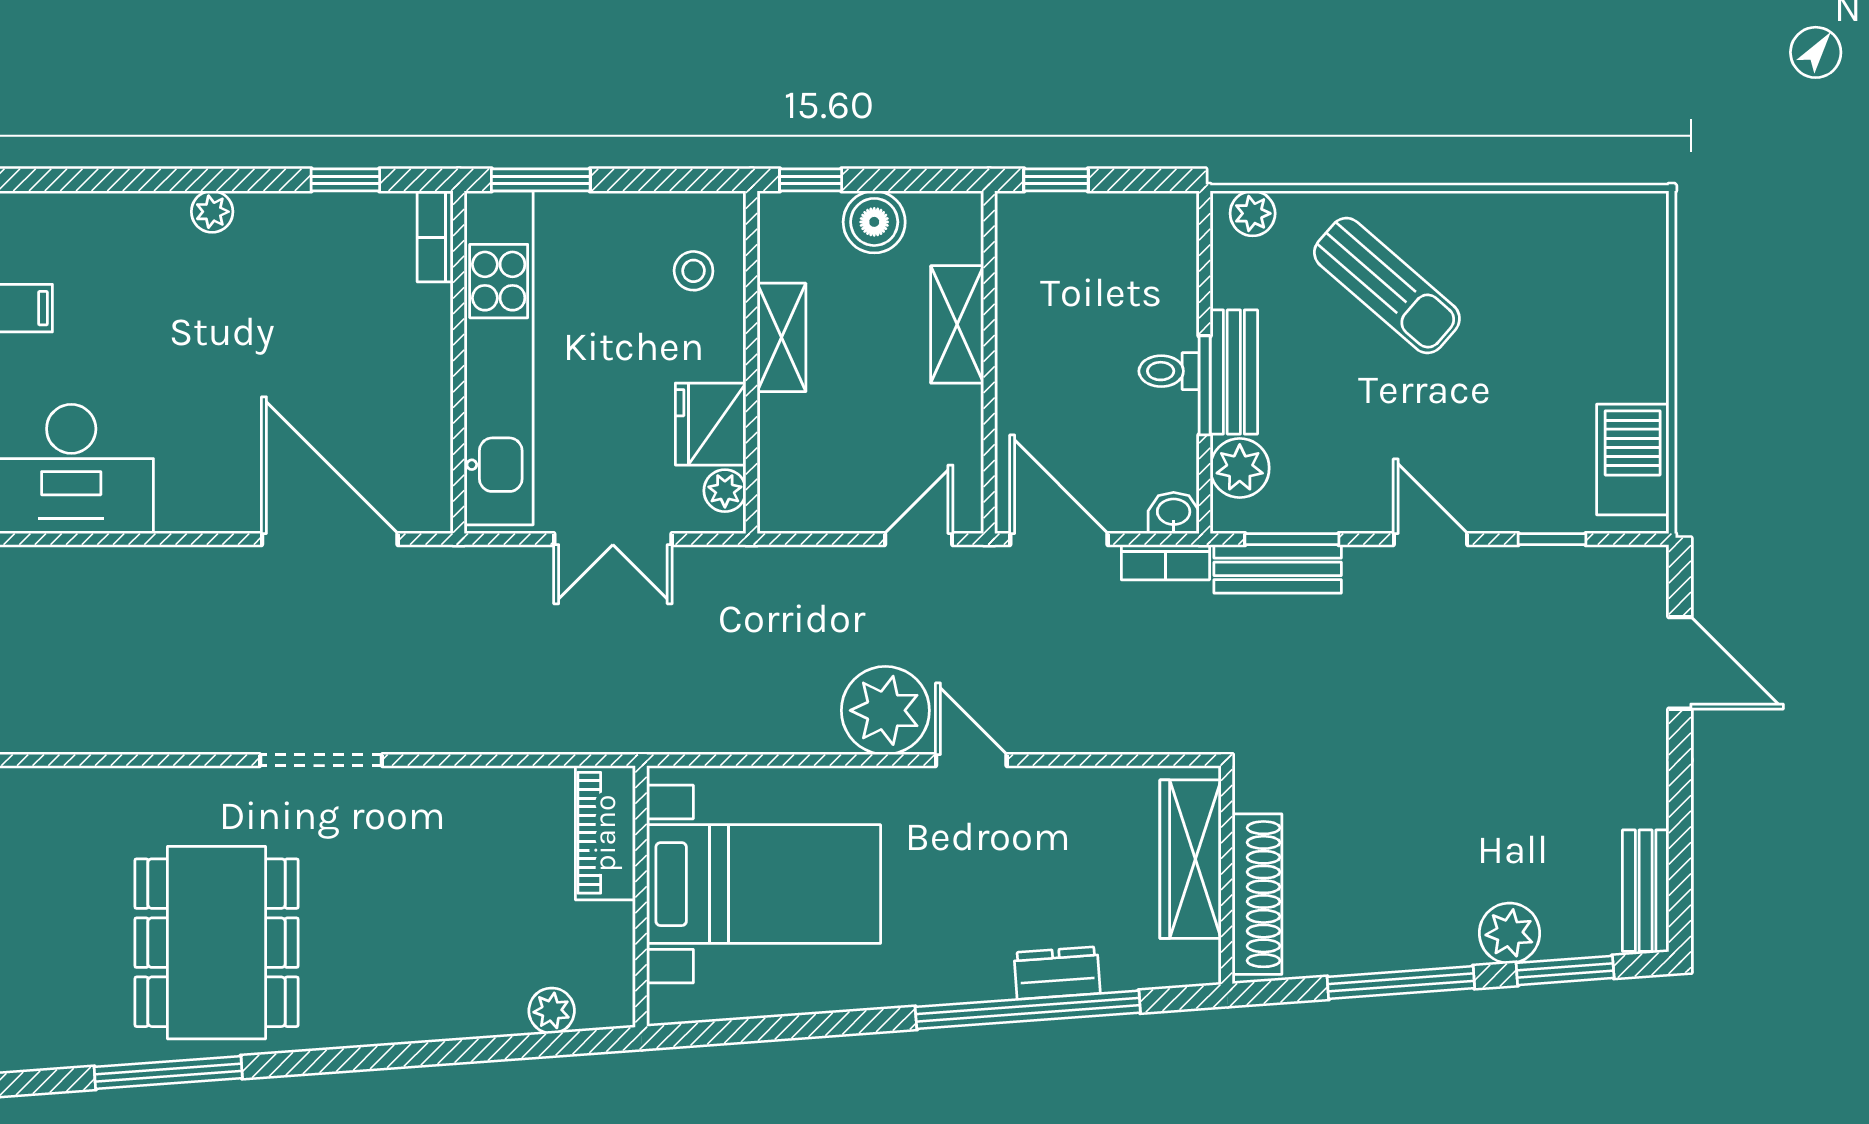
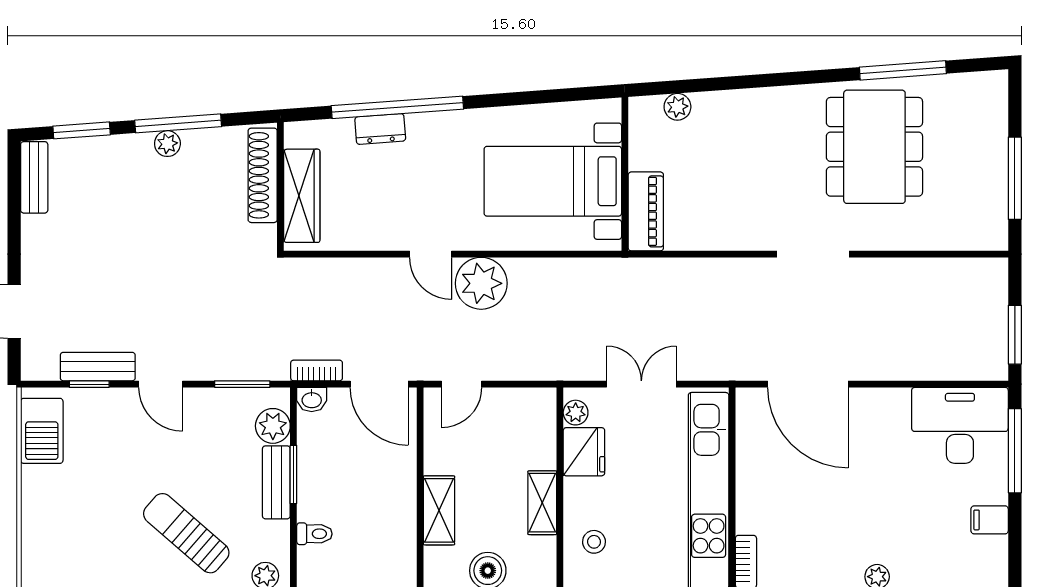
toilet: (1169, 371) -> (314, 534), moved
bench: (1278, 569) -> (98, 367), moved
plant: (1509, 933) -> (167, 144), moved, width x0.73, depth x0.73

